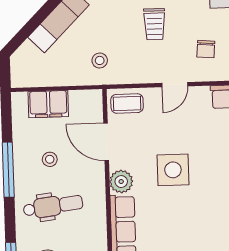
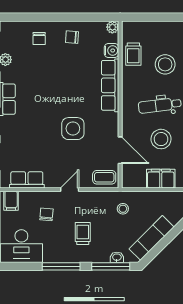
stool: (50, 159) -> (161, 139), width x1.89, depth x1.89
plant: (121, 182) -> (110, 121), removed

